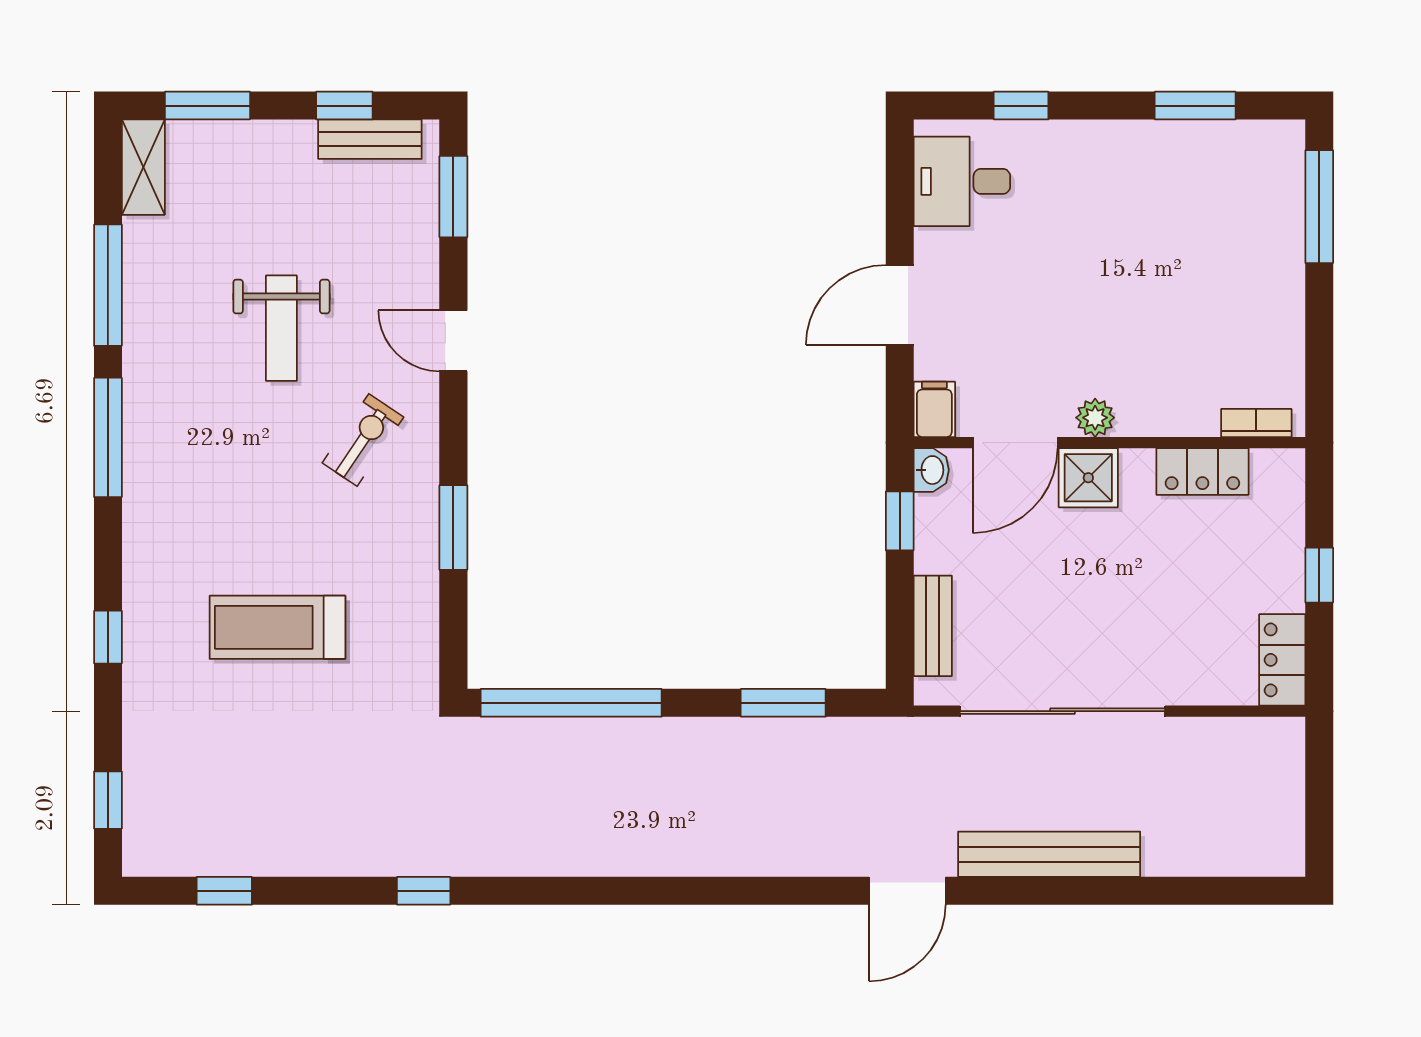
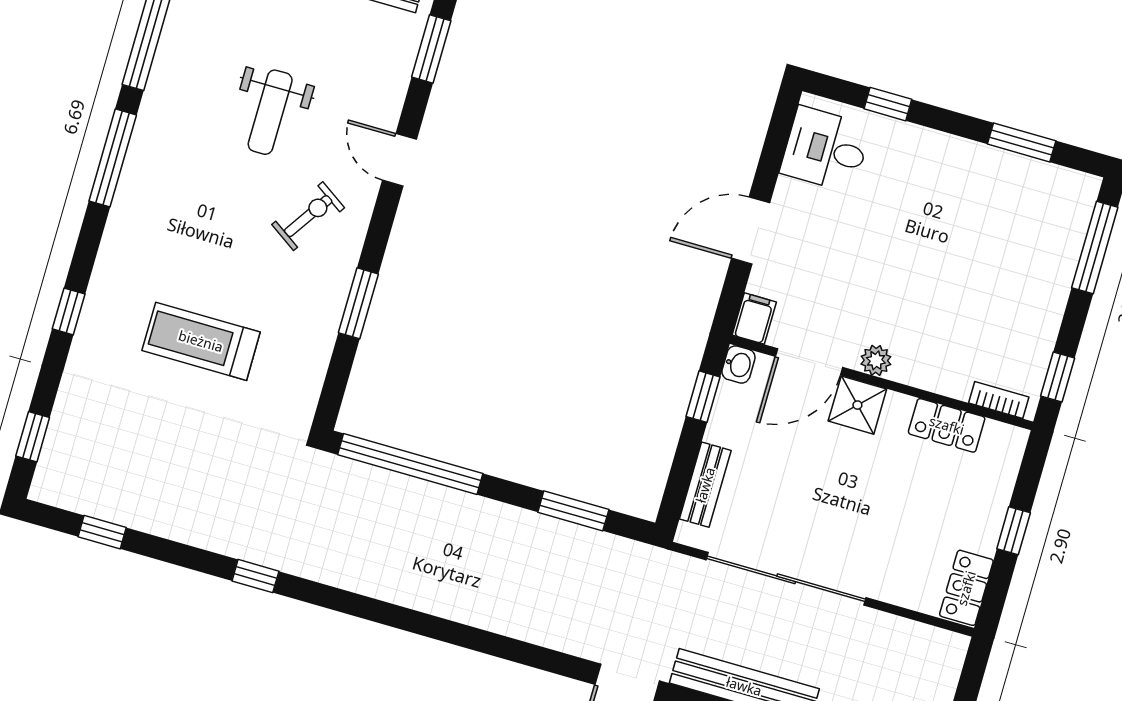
window: (1319, 375) -> (1058, 377), added

